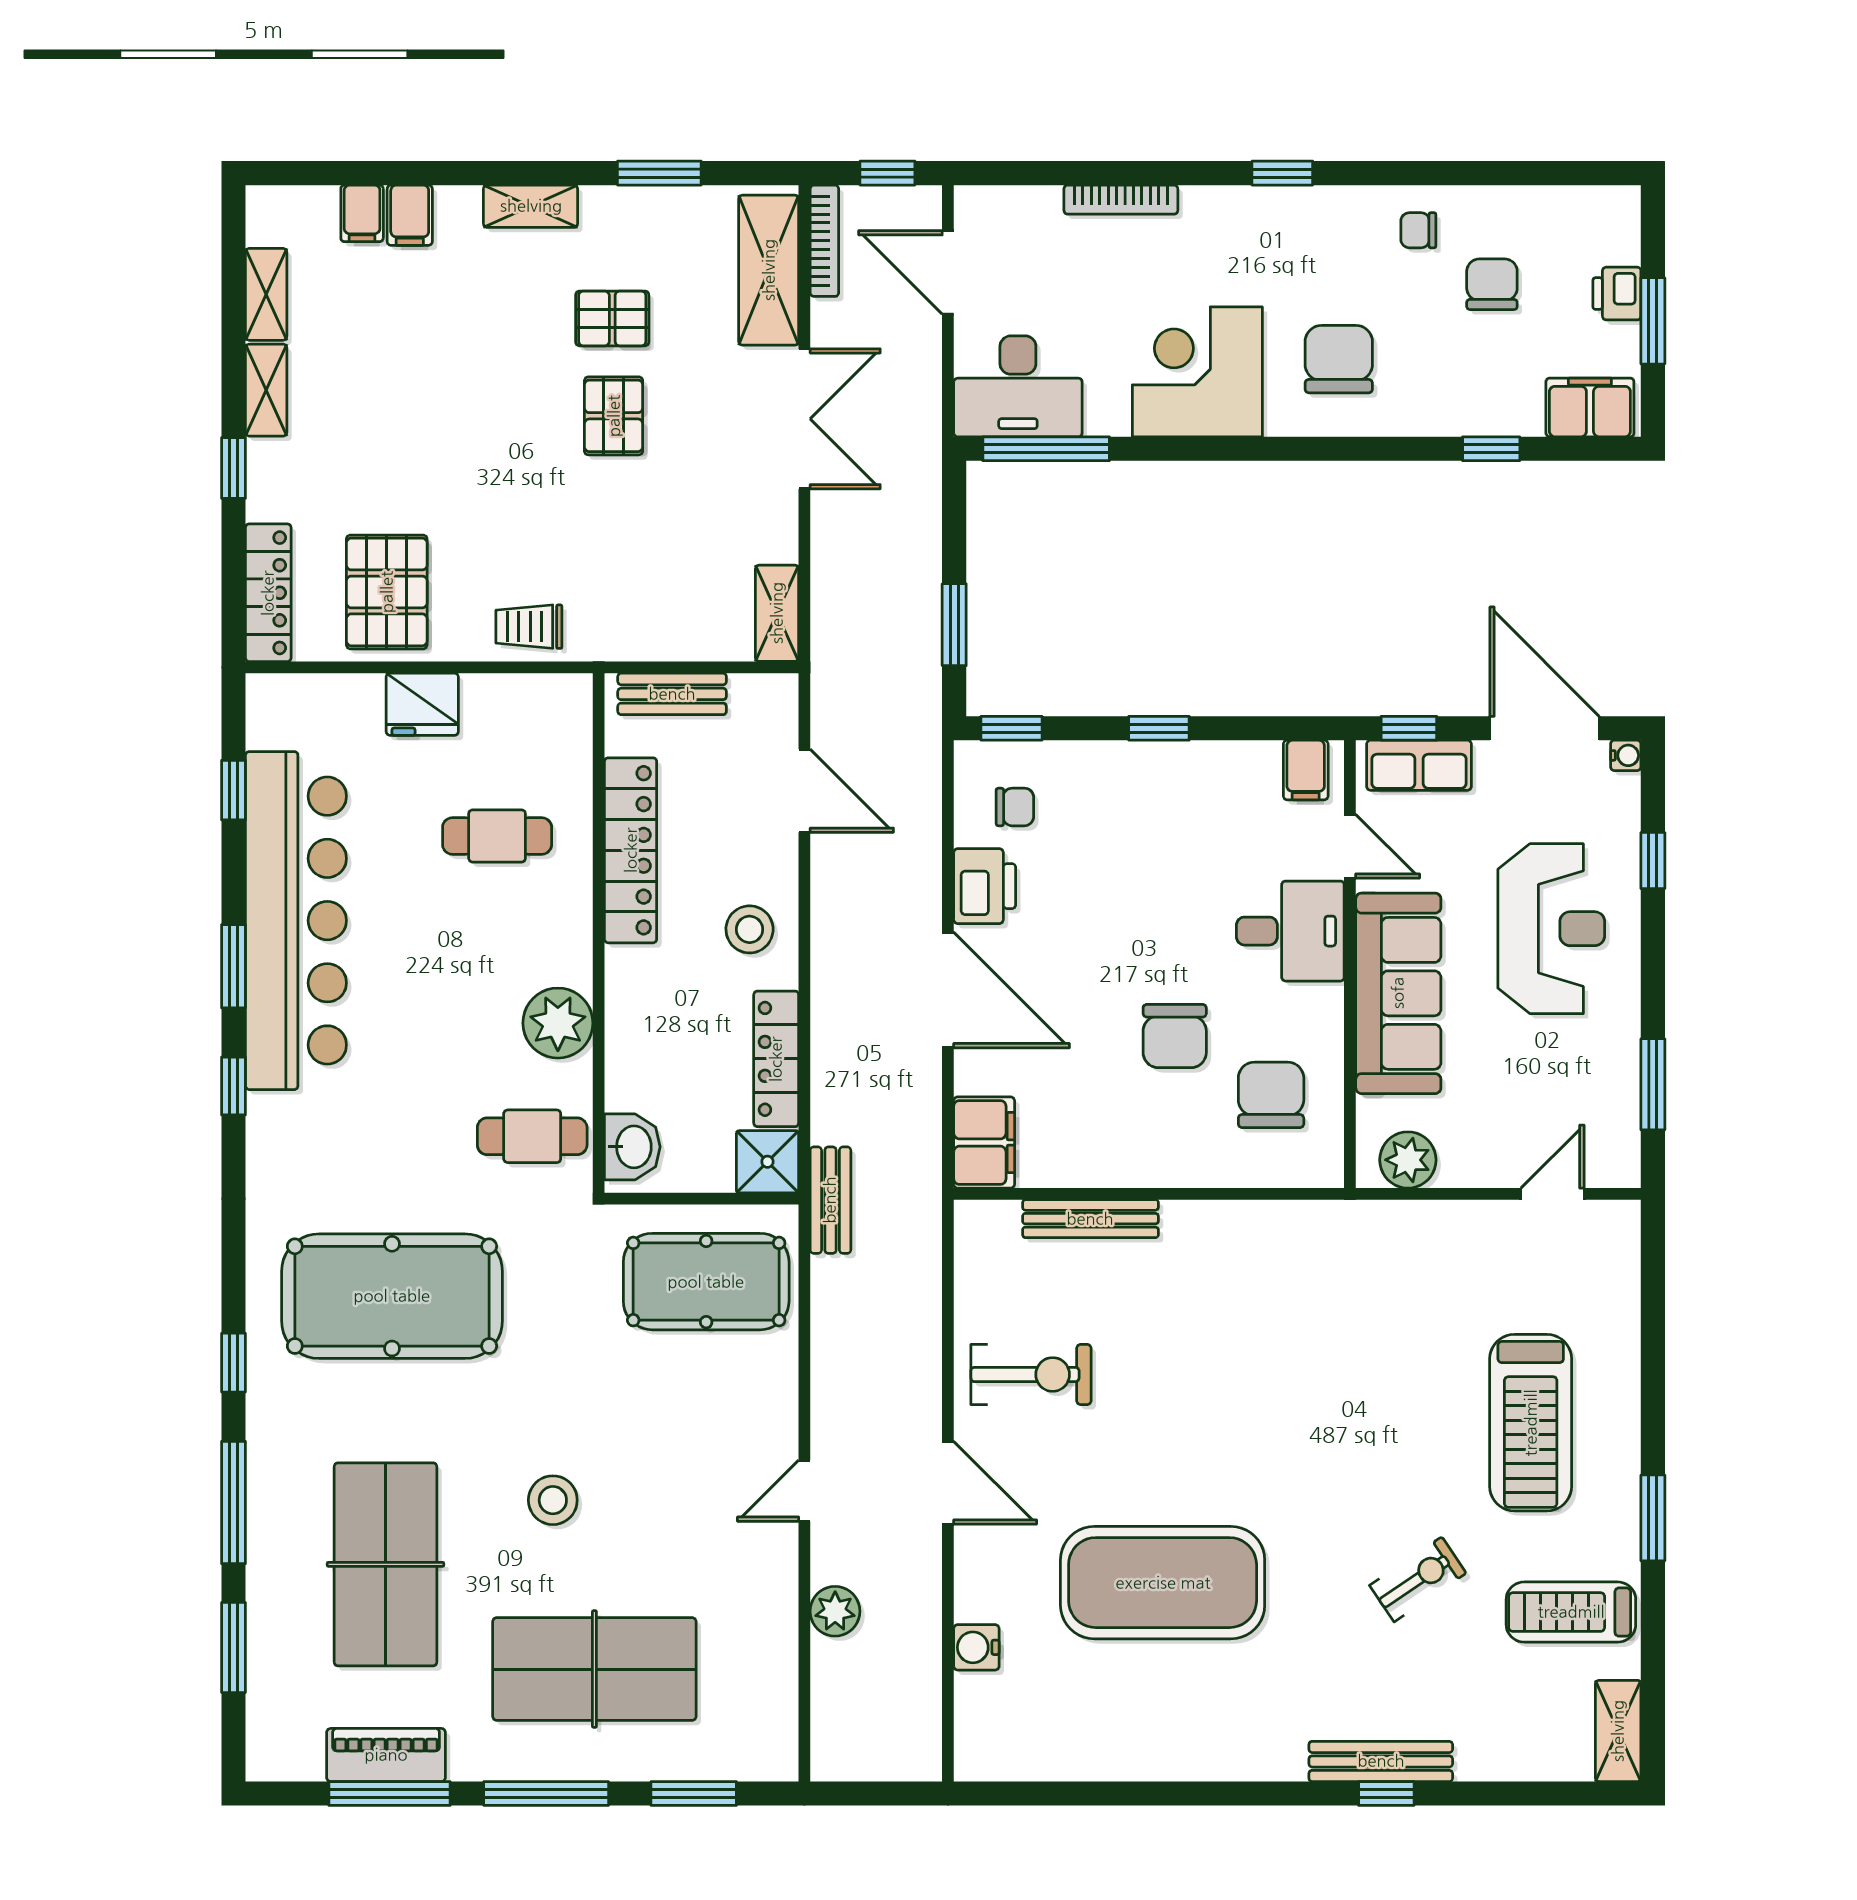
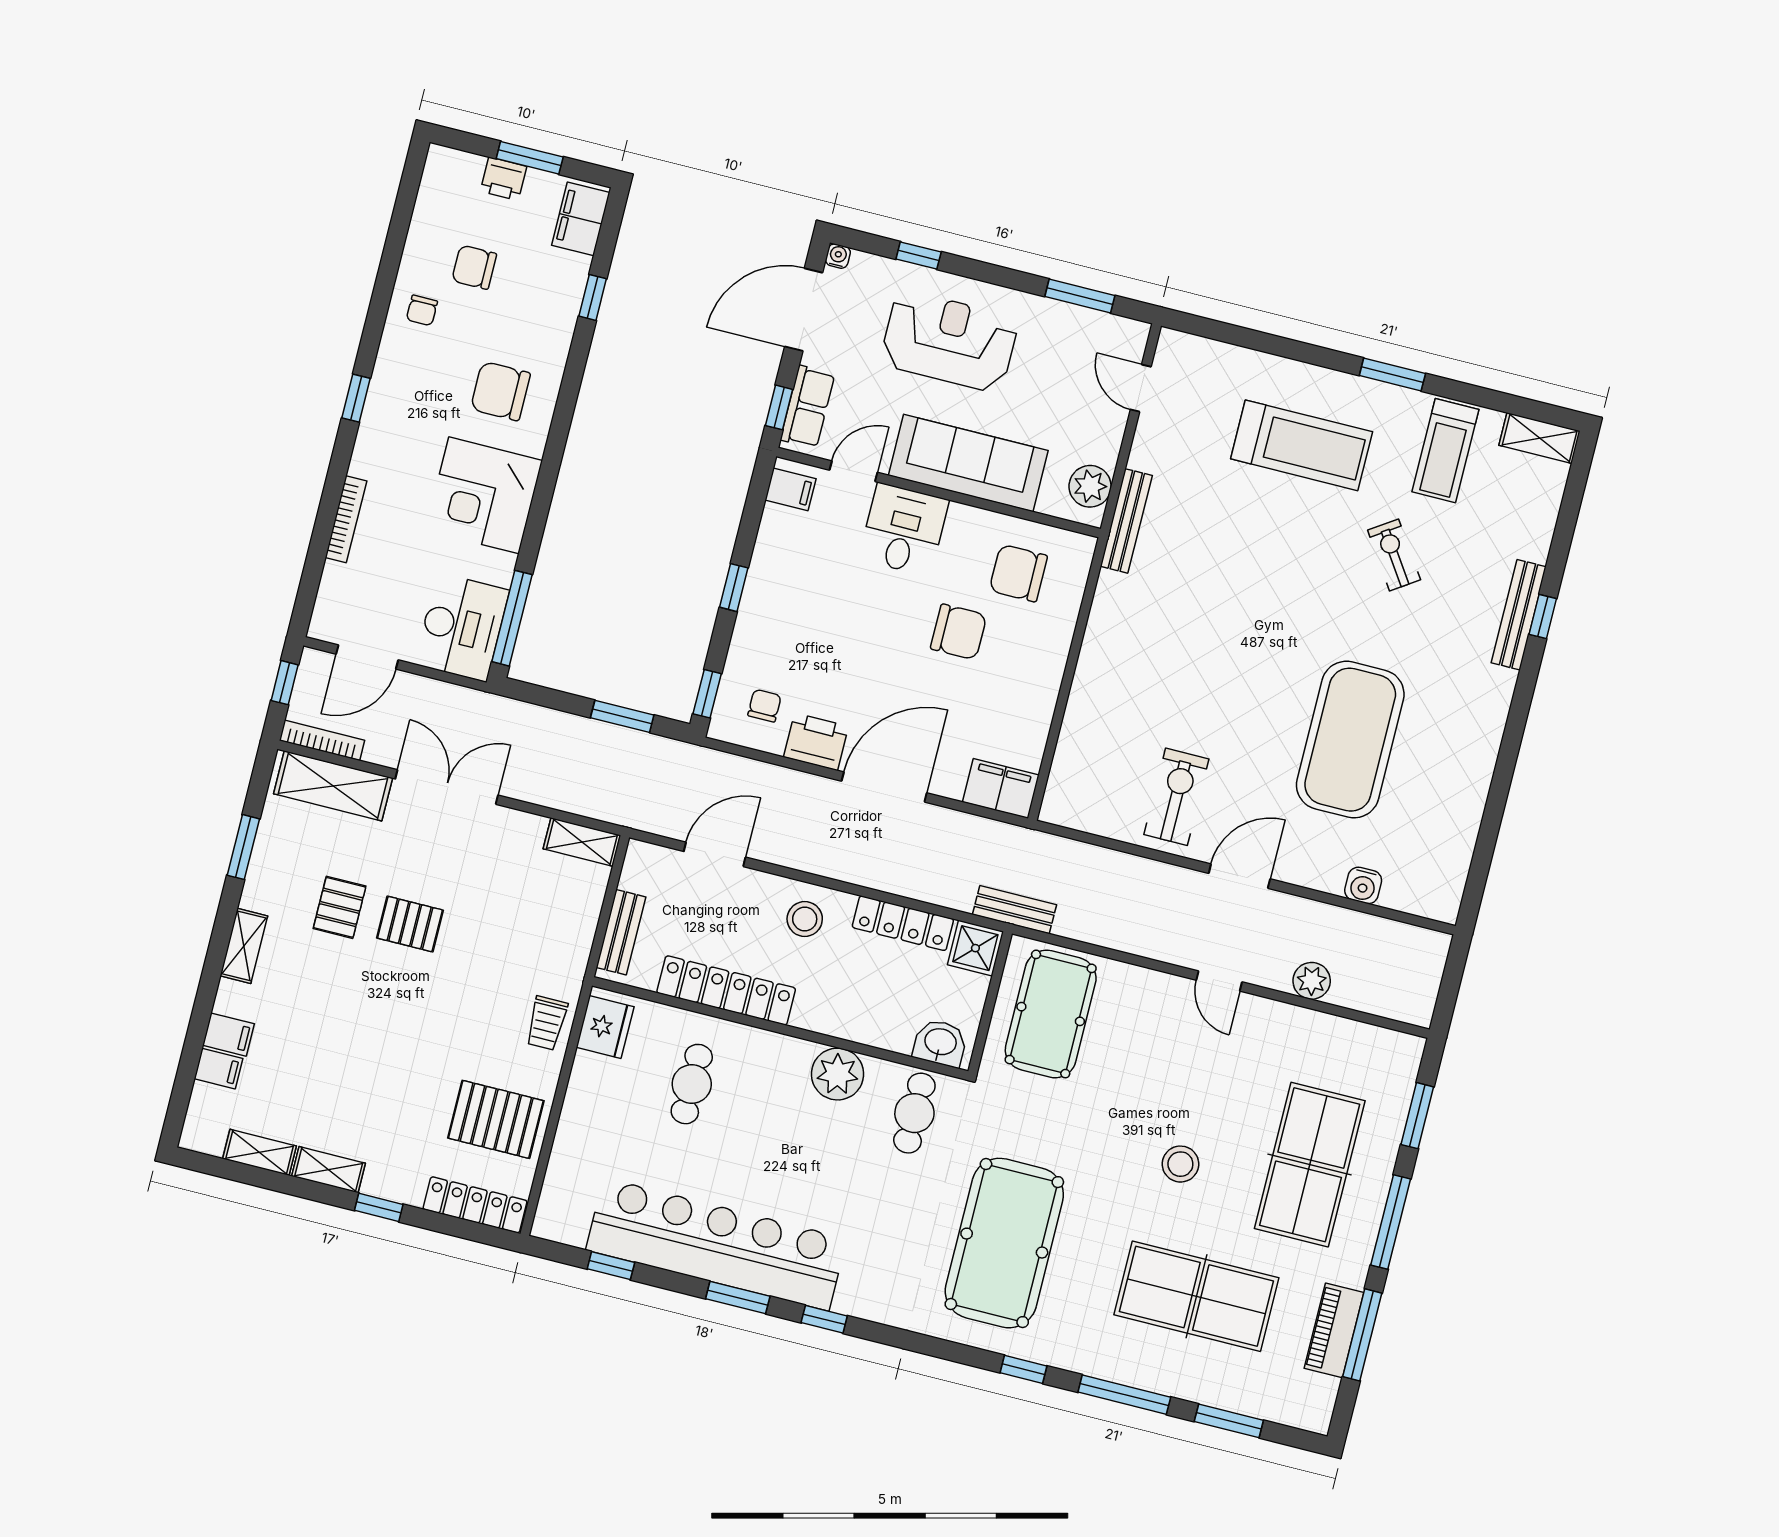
fridge: (422, 704) -> (605, 1027), moved
bench: (1090, 1219) -> (1126, 521), moved

